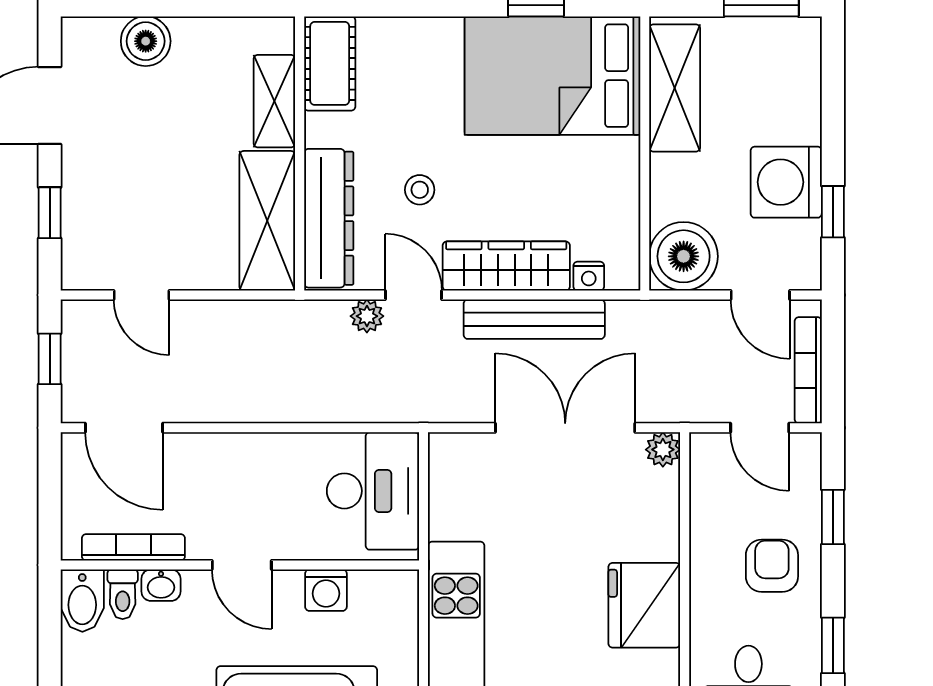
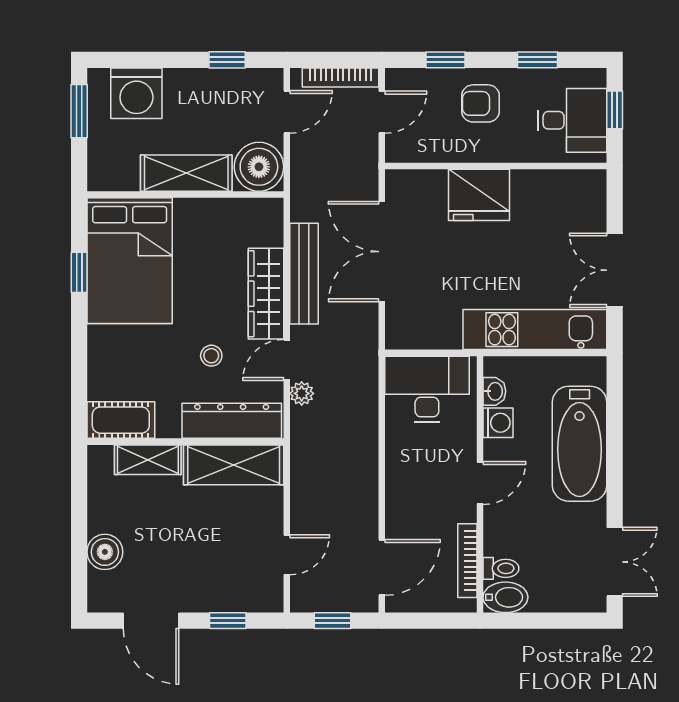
shelving: (675, 88) -> (186, 173), moved
washing machine: (786, 182) -> (136, 93), moved
nightstand: (589, 276) -> (273, 235), removed
plant: (663, 450) -> (397, 182), removed
washbasin: (161, 585) -> (494, 391), moved
fridge: (644, 605) -> (479, 195), moved

